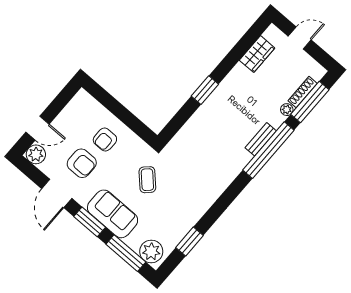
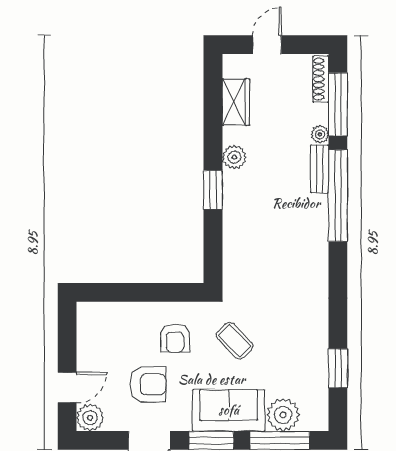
plant: (231, 83) -> (234, 157), added
shoe rack: (303, 92) -> (321, 79), moved
bench: (261, 139) -> (320, 169), moved
armchair: (105, 140) -> (175, 338), moved
plant: (151, 251) -> (283, 415), moved

